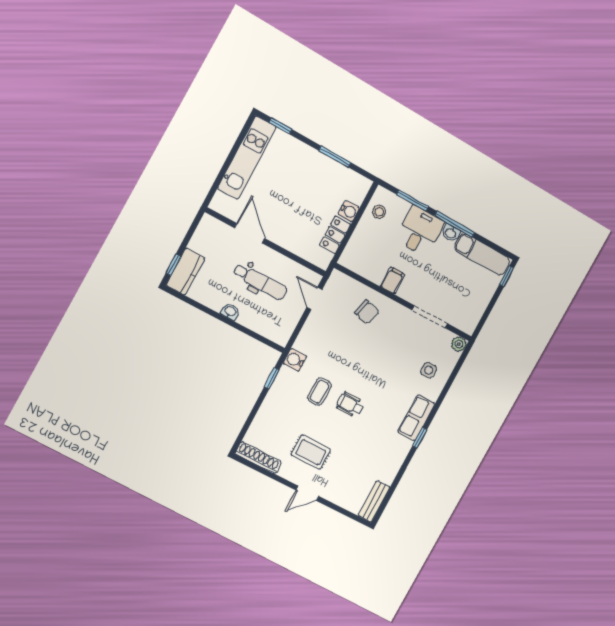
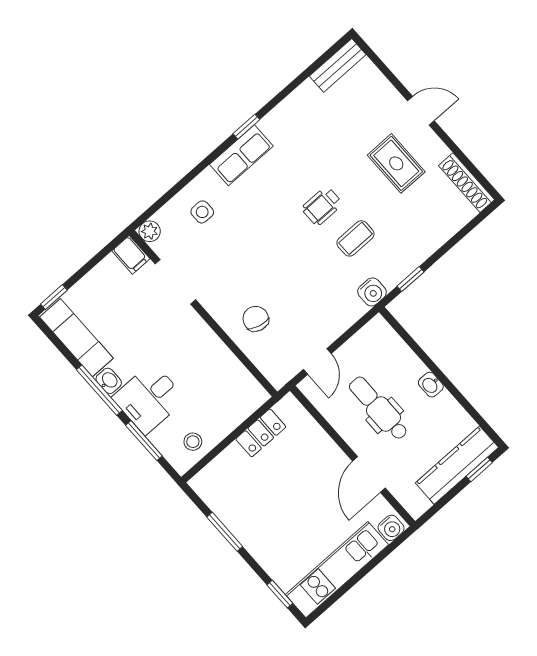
water cooler: (349, 211) -> (391, 528), moved, turned 180
kitchen counter: (185, 272) -> (457, 465), width x1.50
filing cabinet: (393, 280) -> (131, 255), moved, turned -90
wheelchair: (350, 405) -> (322, 206), turned 90

